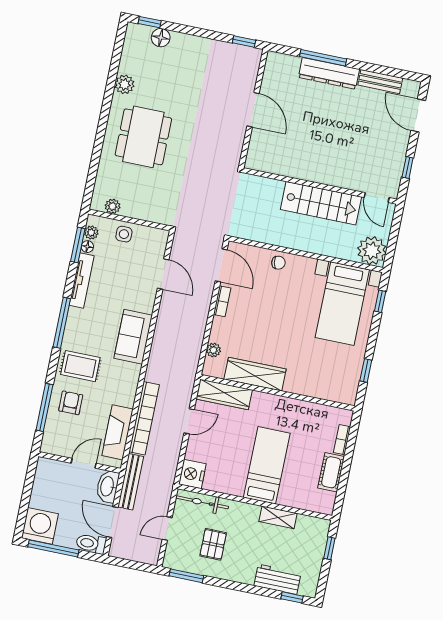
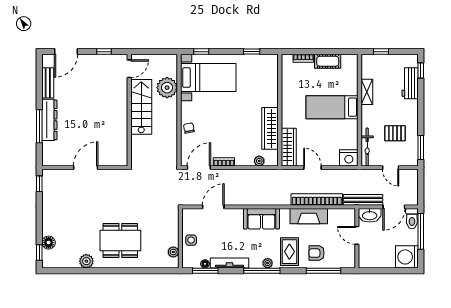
plant: (91, 233) -> (268, 263), moved
plant: (372, 251) -> (167, 88), moved
fireplace: (118, 432) -> (309, 216), moved
window: (53, 548) -> (421, 231), moved

